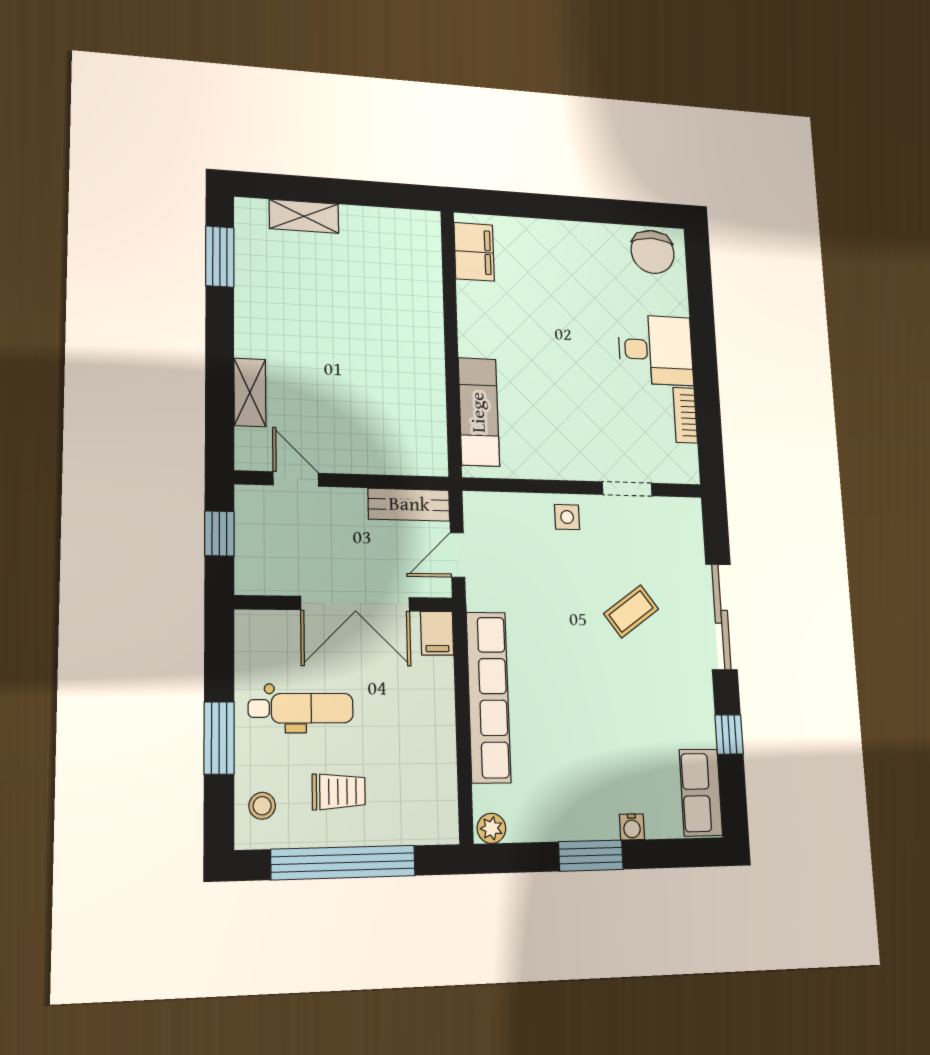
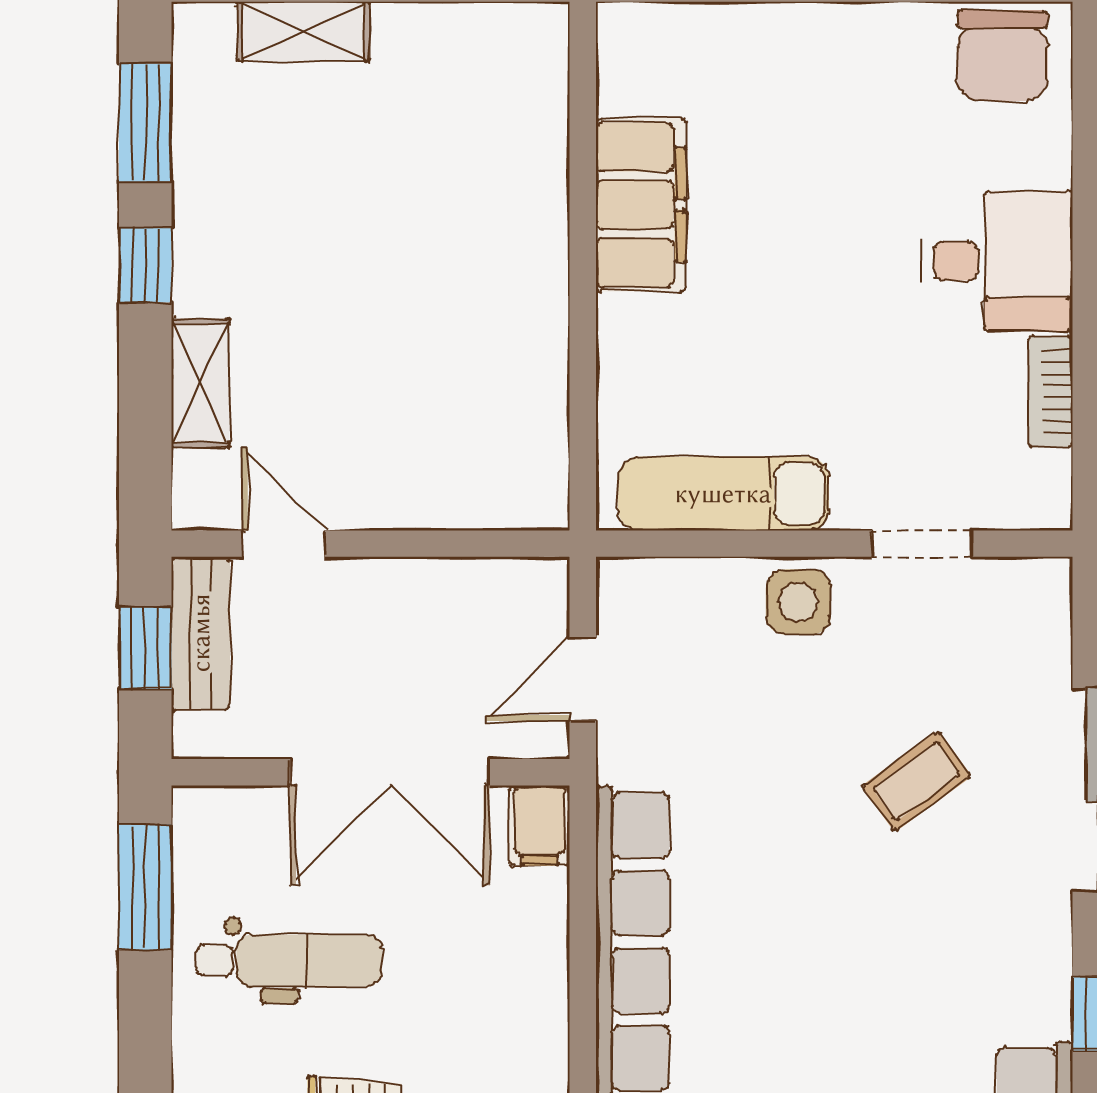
filing cabinet: (474, 252) -> (641, 205), moved, width x1.50, depth x1.17
window: (220, 330) -> (145, 265), added
exam couch: (479, 412) -> (723, 494), moved, turned -90
bench: (409, 505) -> (201, 633), moved, turned 90
side table: (567, 517) -> (798, 602), width x1.37, depth x1.37
window: (219, 738) -> (145, 887), moved

